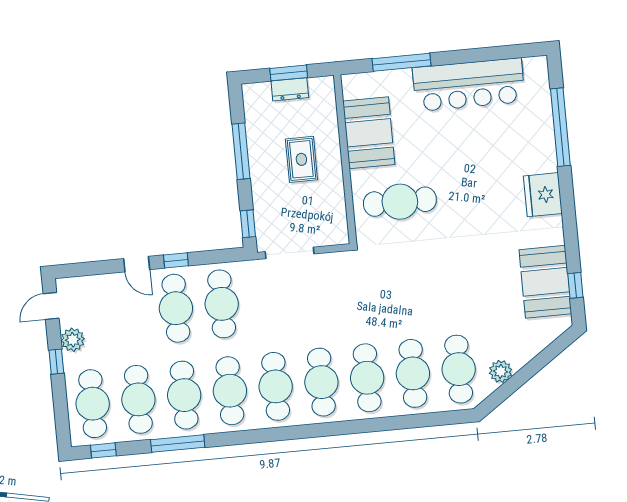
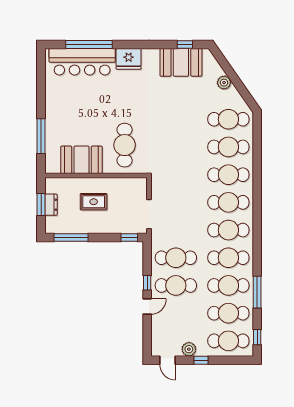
bar counter: (469, 85) -> (82, 62), moved, turned 90
window: (241, 151) -> (71, 238), moved
plant: (501, 371) -> (224, 83), moved

